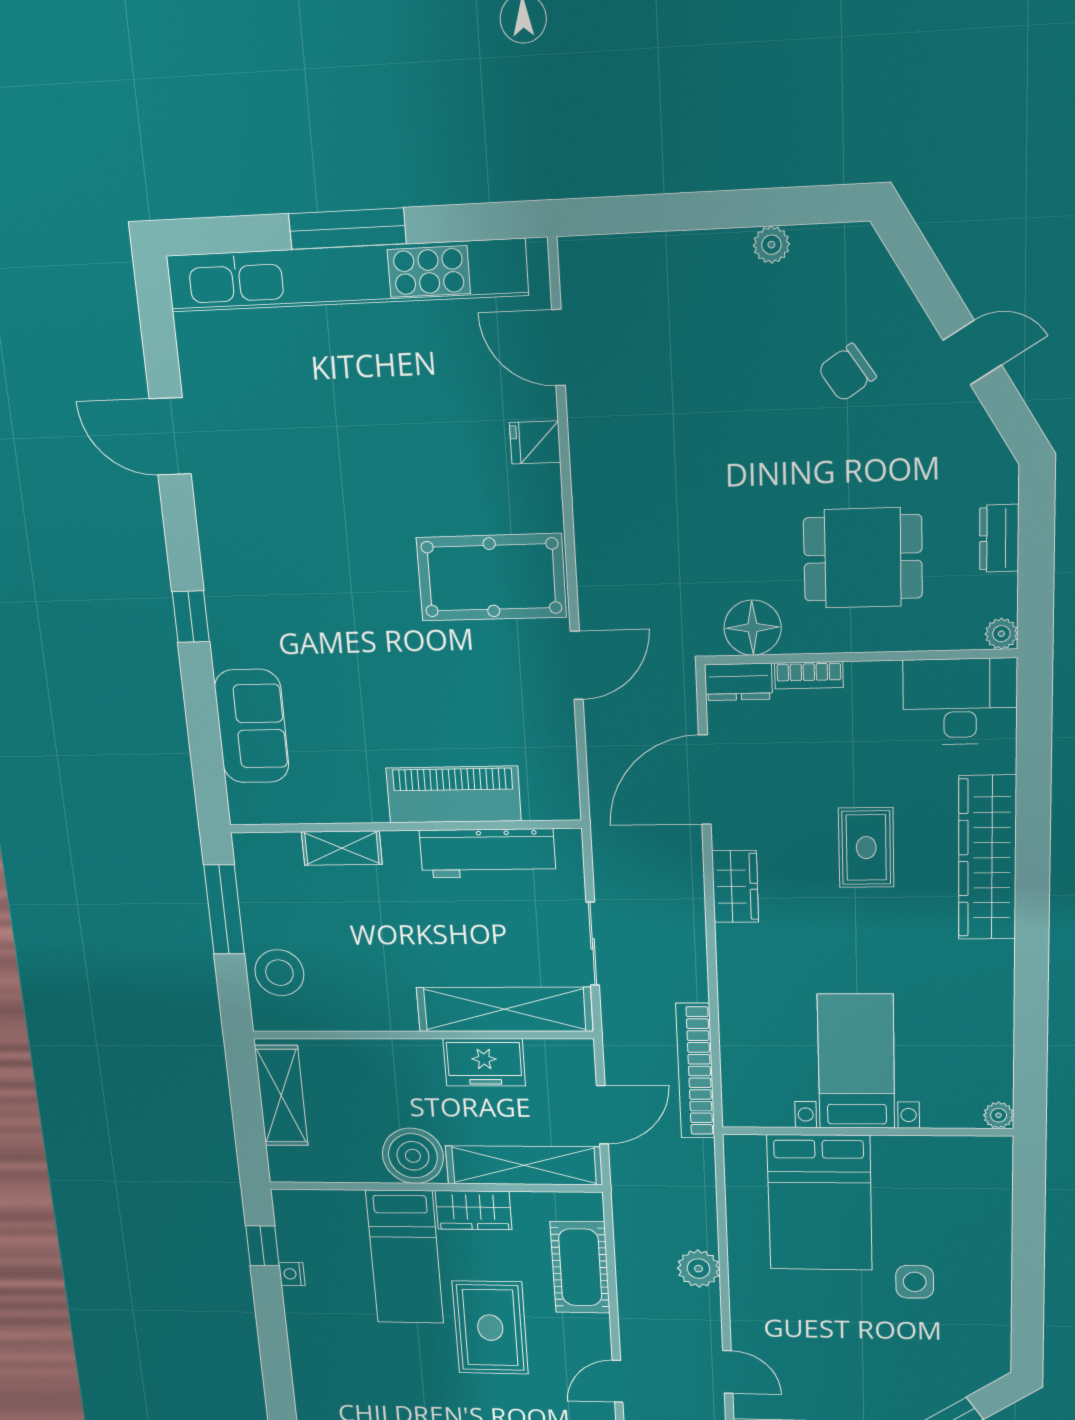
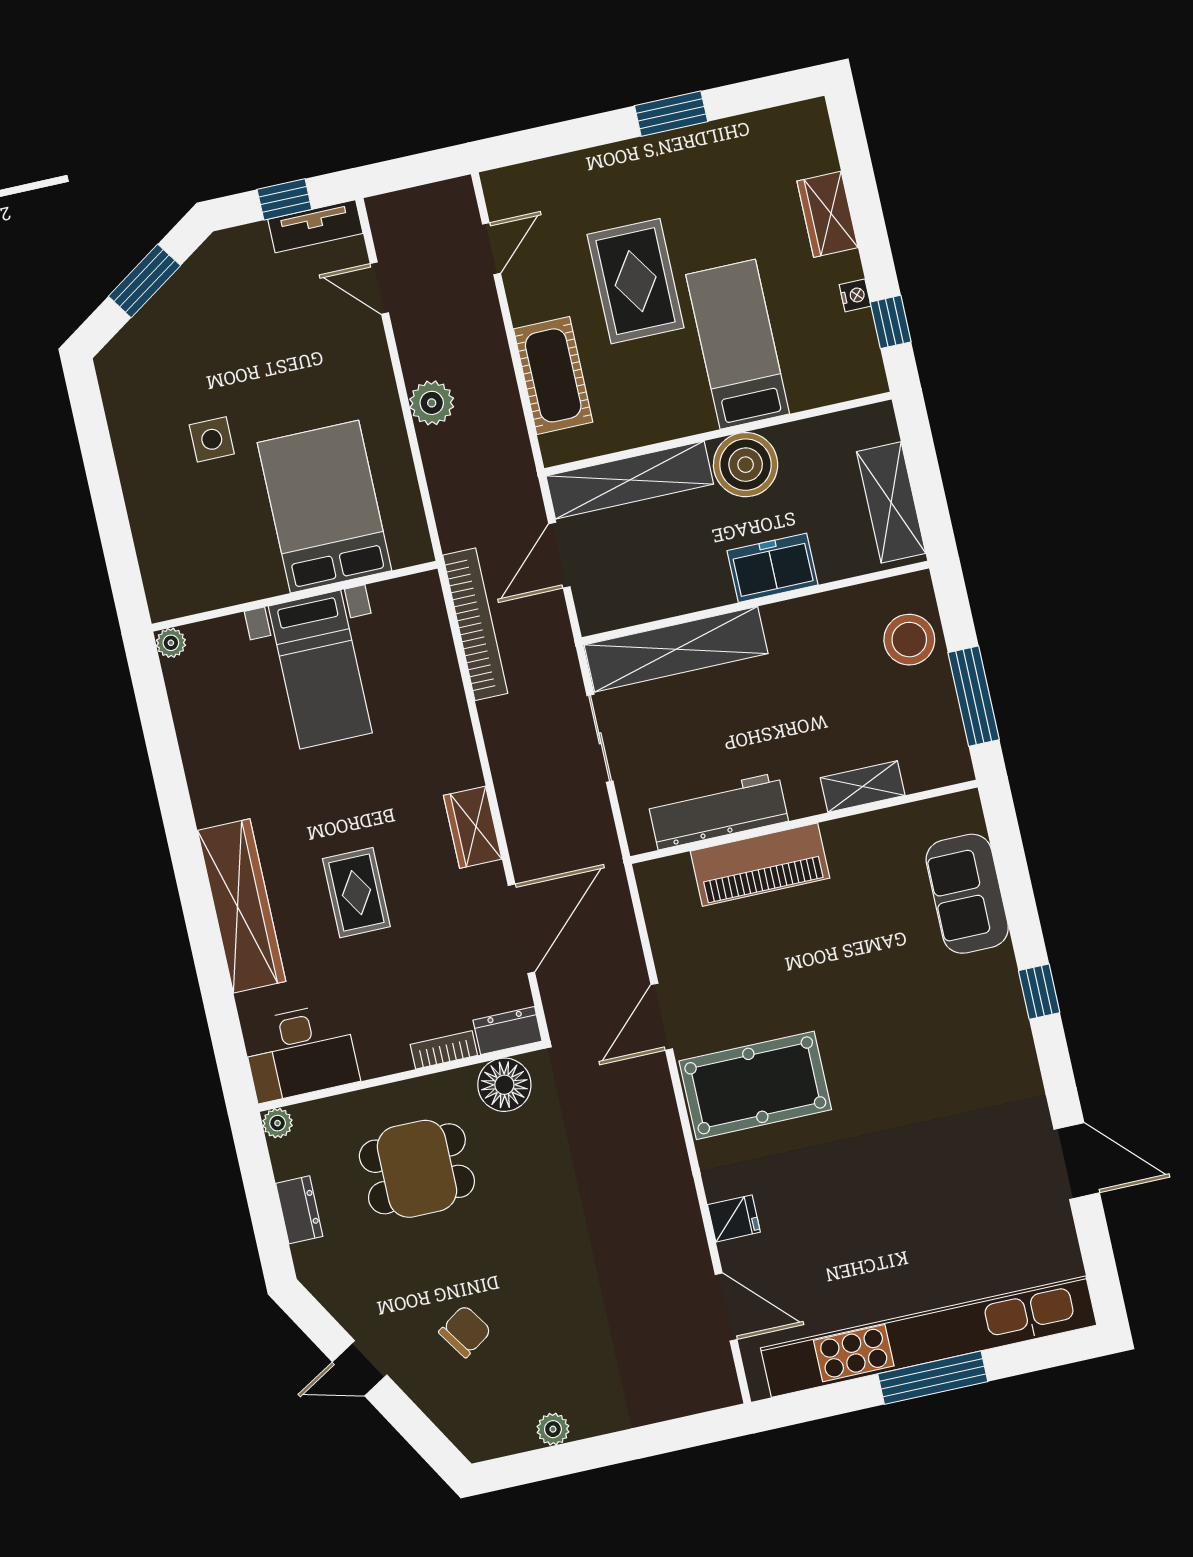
freezer: (484, 1062) -> (773, 568), moved
wardrobe: (473, 1210) -> (827, 214), moved, turned -90

